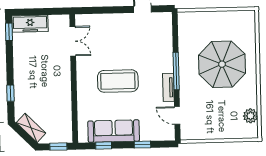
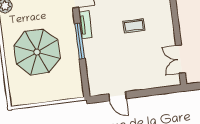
coffee table: (118, 81) -> (134, 26), width x0.54, depth x0.58

